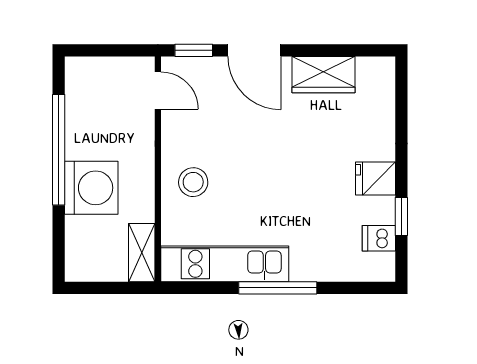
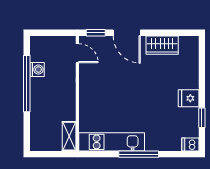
stool: (193, 182) -> (95, 100), removed
washing machine: (91, 188) -> (37, 69), moved, width x0.53, depth x0.53
dishwasher: (379, 238) -> (190, 145), moved

